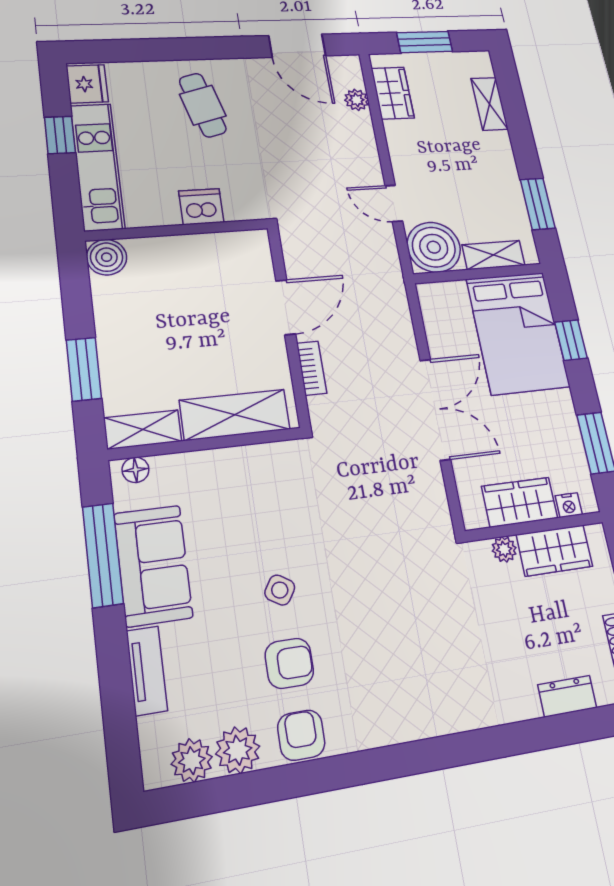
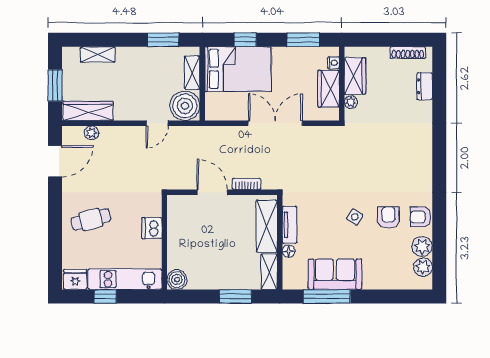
wardrobe: (393, 93) -> (88, 111), width x1.50
floor lamp: (136, 470) -> (289, 251), moved
tv unit: (147, 671) -> (290, 225), moved, turned 90

